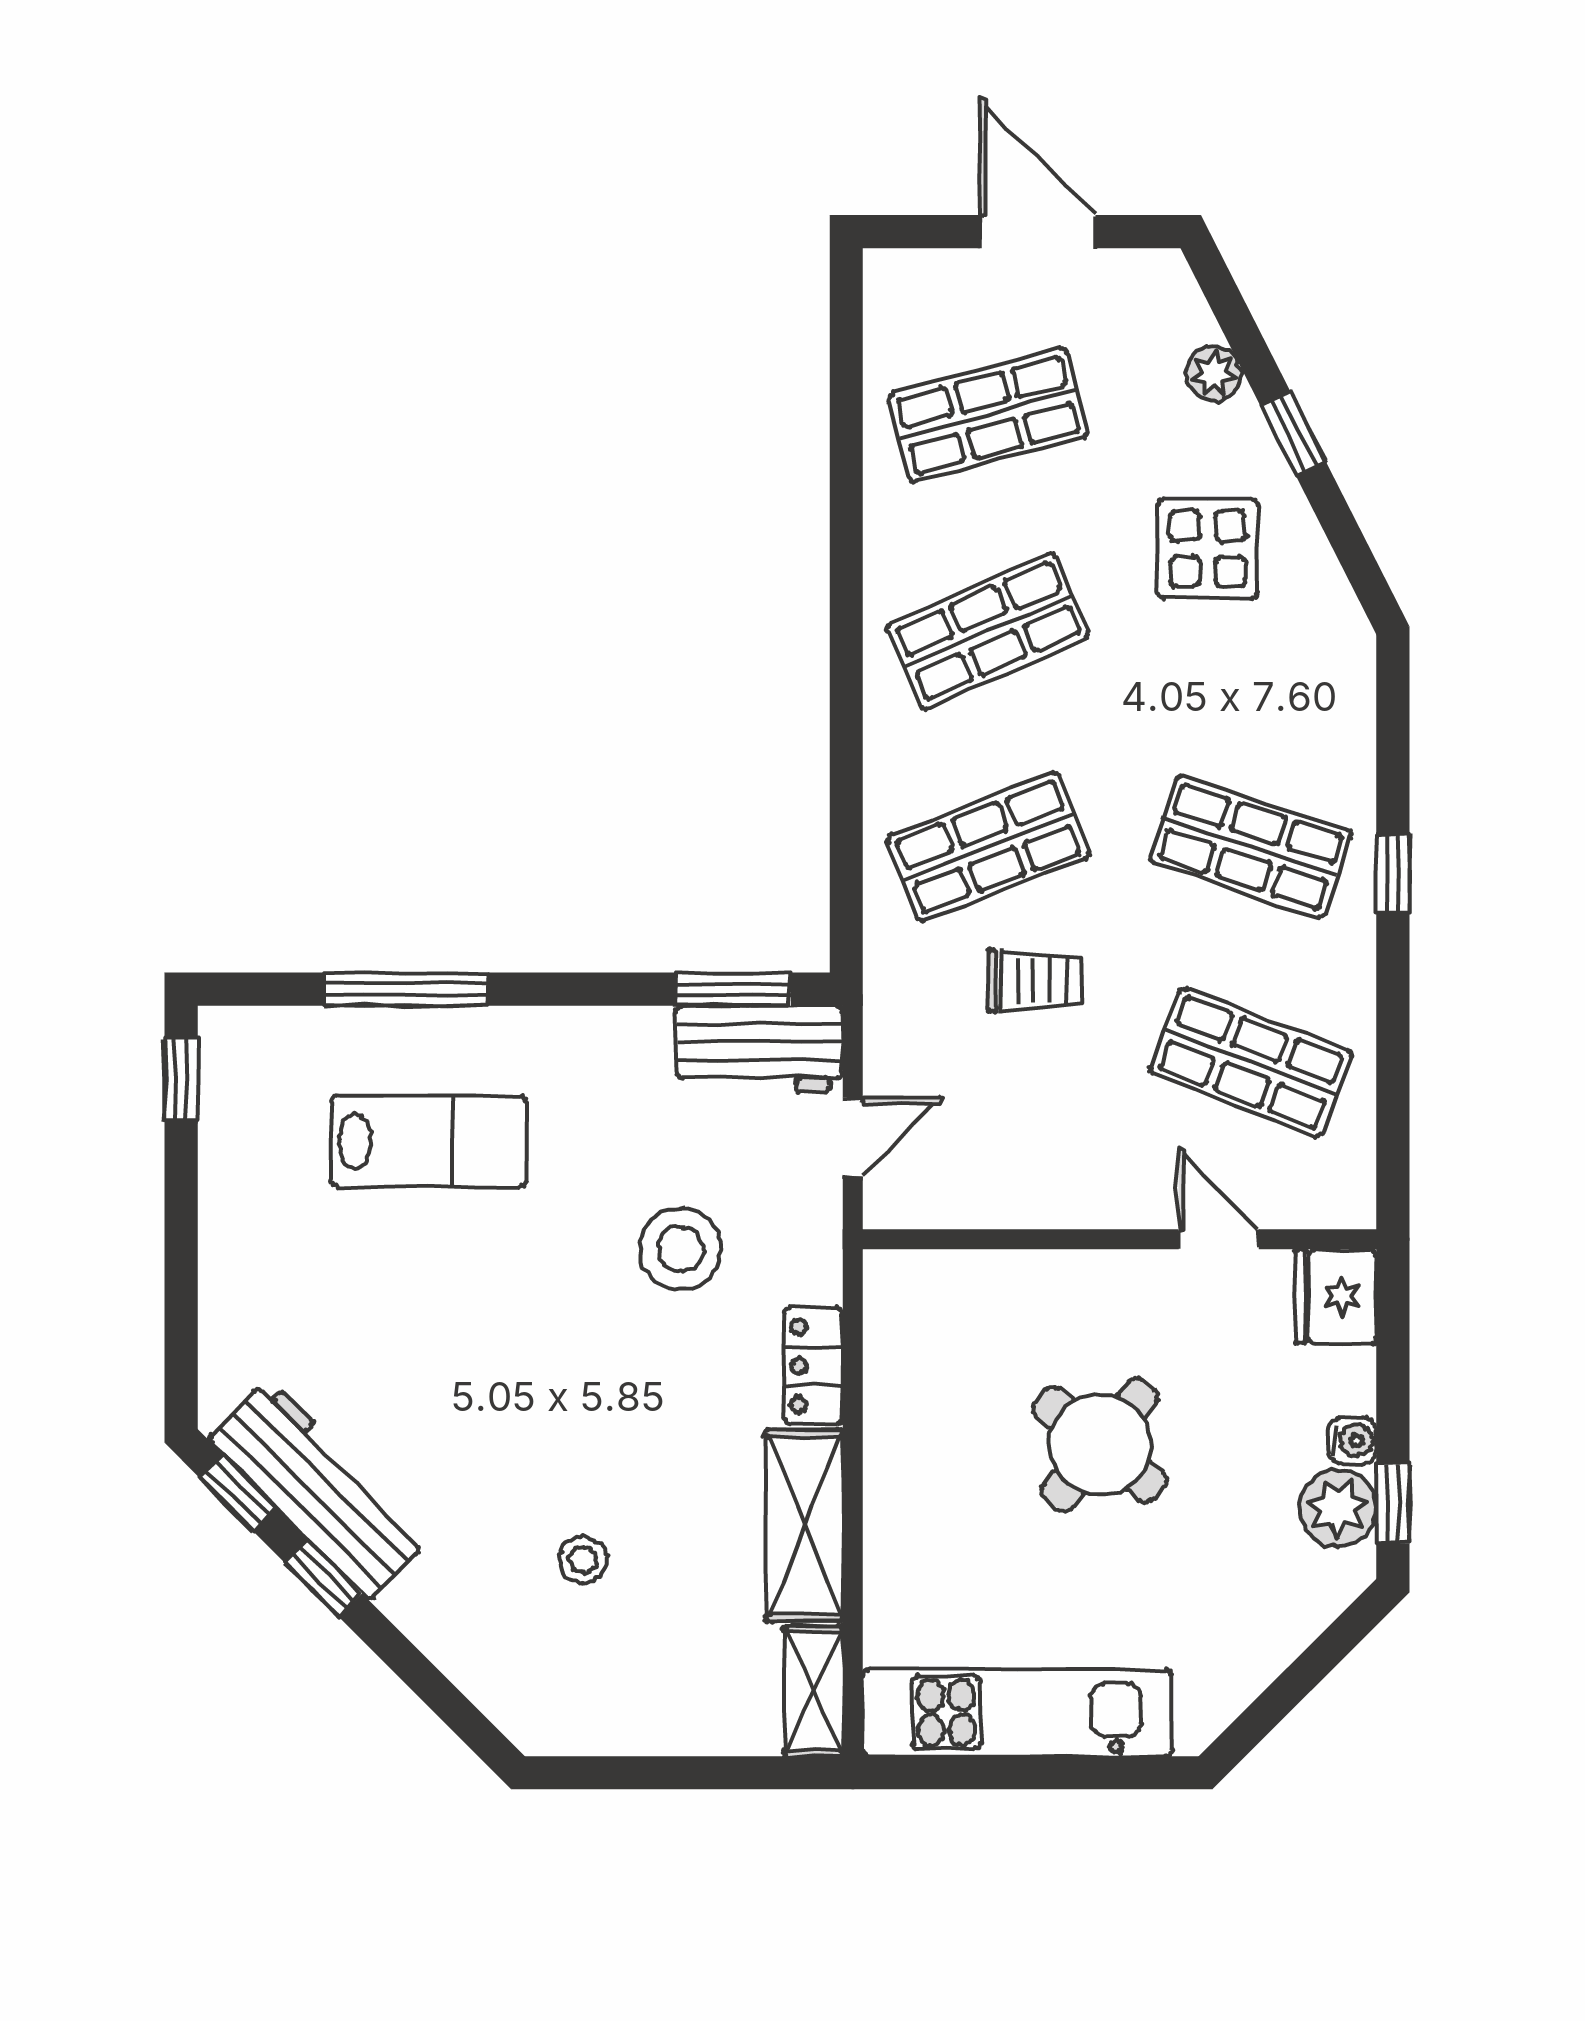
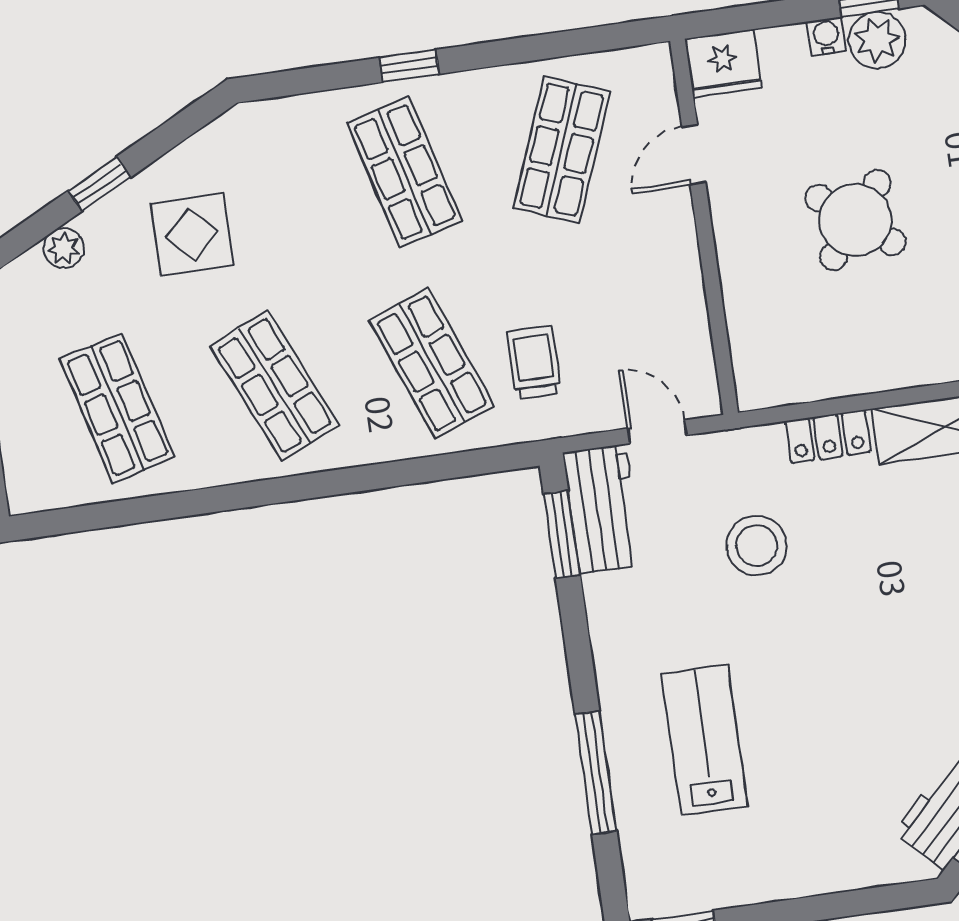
shop shelf: (1251, 847) -> (404, 172), turned -33
trolley: (1035, 981) -> (534, 362), moved

